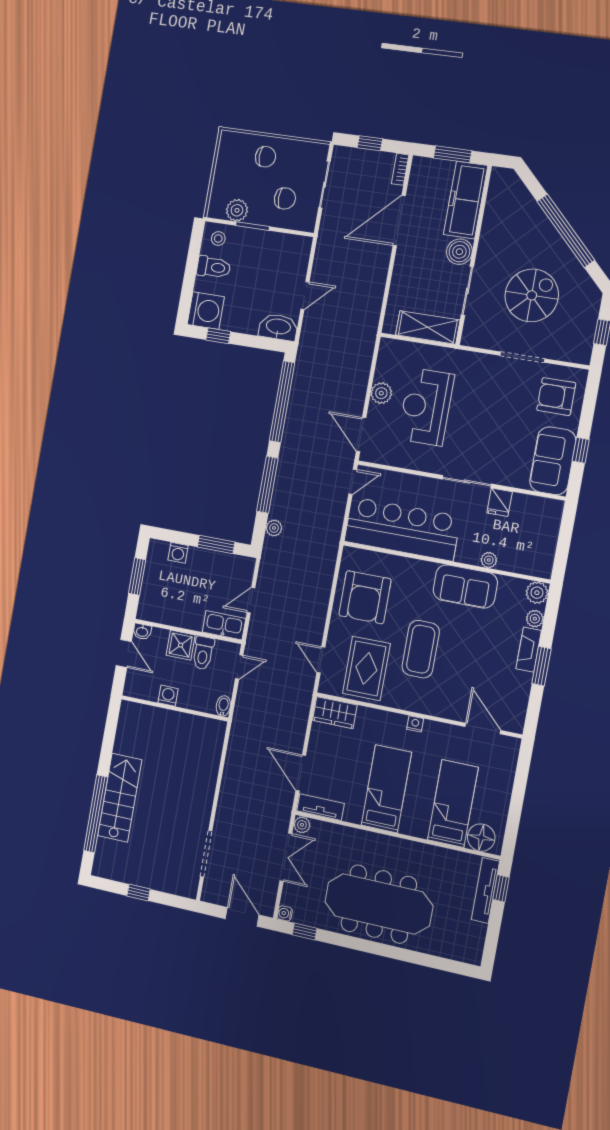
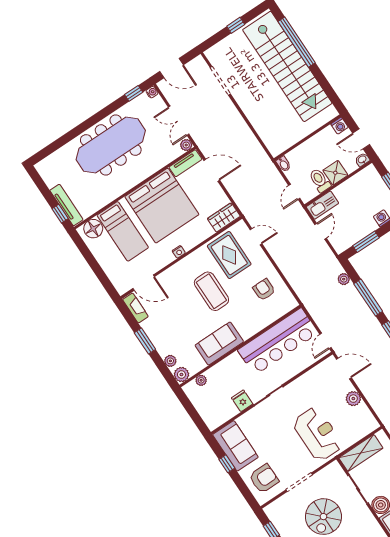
reception desk: (426, 407) -> (318, 434), moved
plant: (489, 560) -> (201, 380), moved
armchair: (365, 597) -> (264, 290), width x0.53, depth x0.53
fireplace: (529, 650) -> (135, 308), moved
washing machine: (168, 696) -> (340, 126), moved
bed: (386, 789) -> (162, 206), width x2.04
stairs: (120, 798) -> (287, 66), width x1.86, depth x1.51

